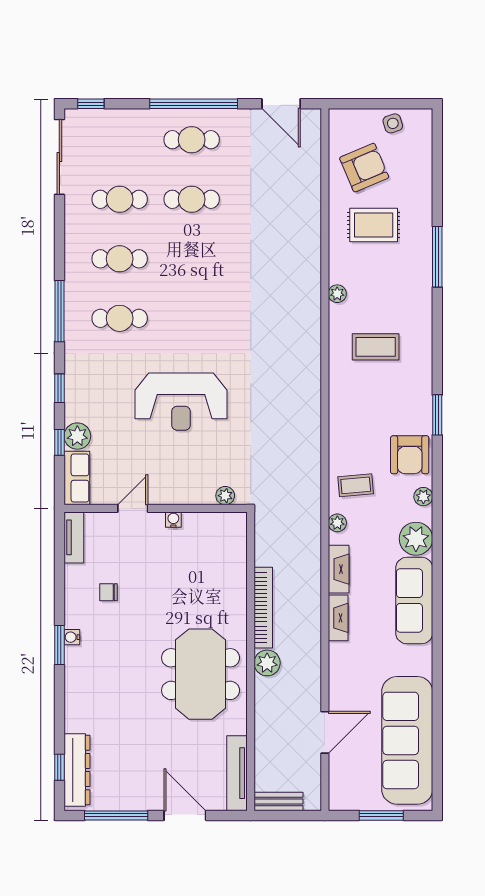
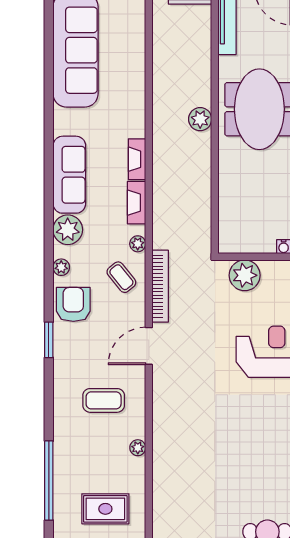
window: (437, 257) -> (49, 481), width x1.46
coffee table: (356, 485) -> (121, 277), turned 56
plant: (225, 496) -> (245, 275), width x1.88, depth x1.88
bookcase: (263, 608) -> (160, 286), moved, turned 180
door: (325, 732) -> (149, 346), moved

